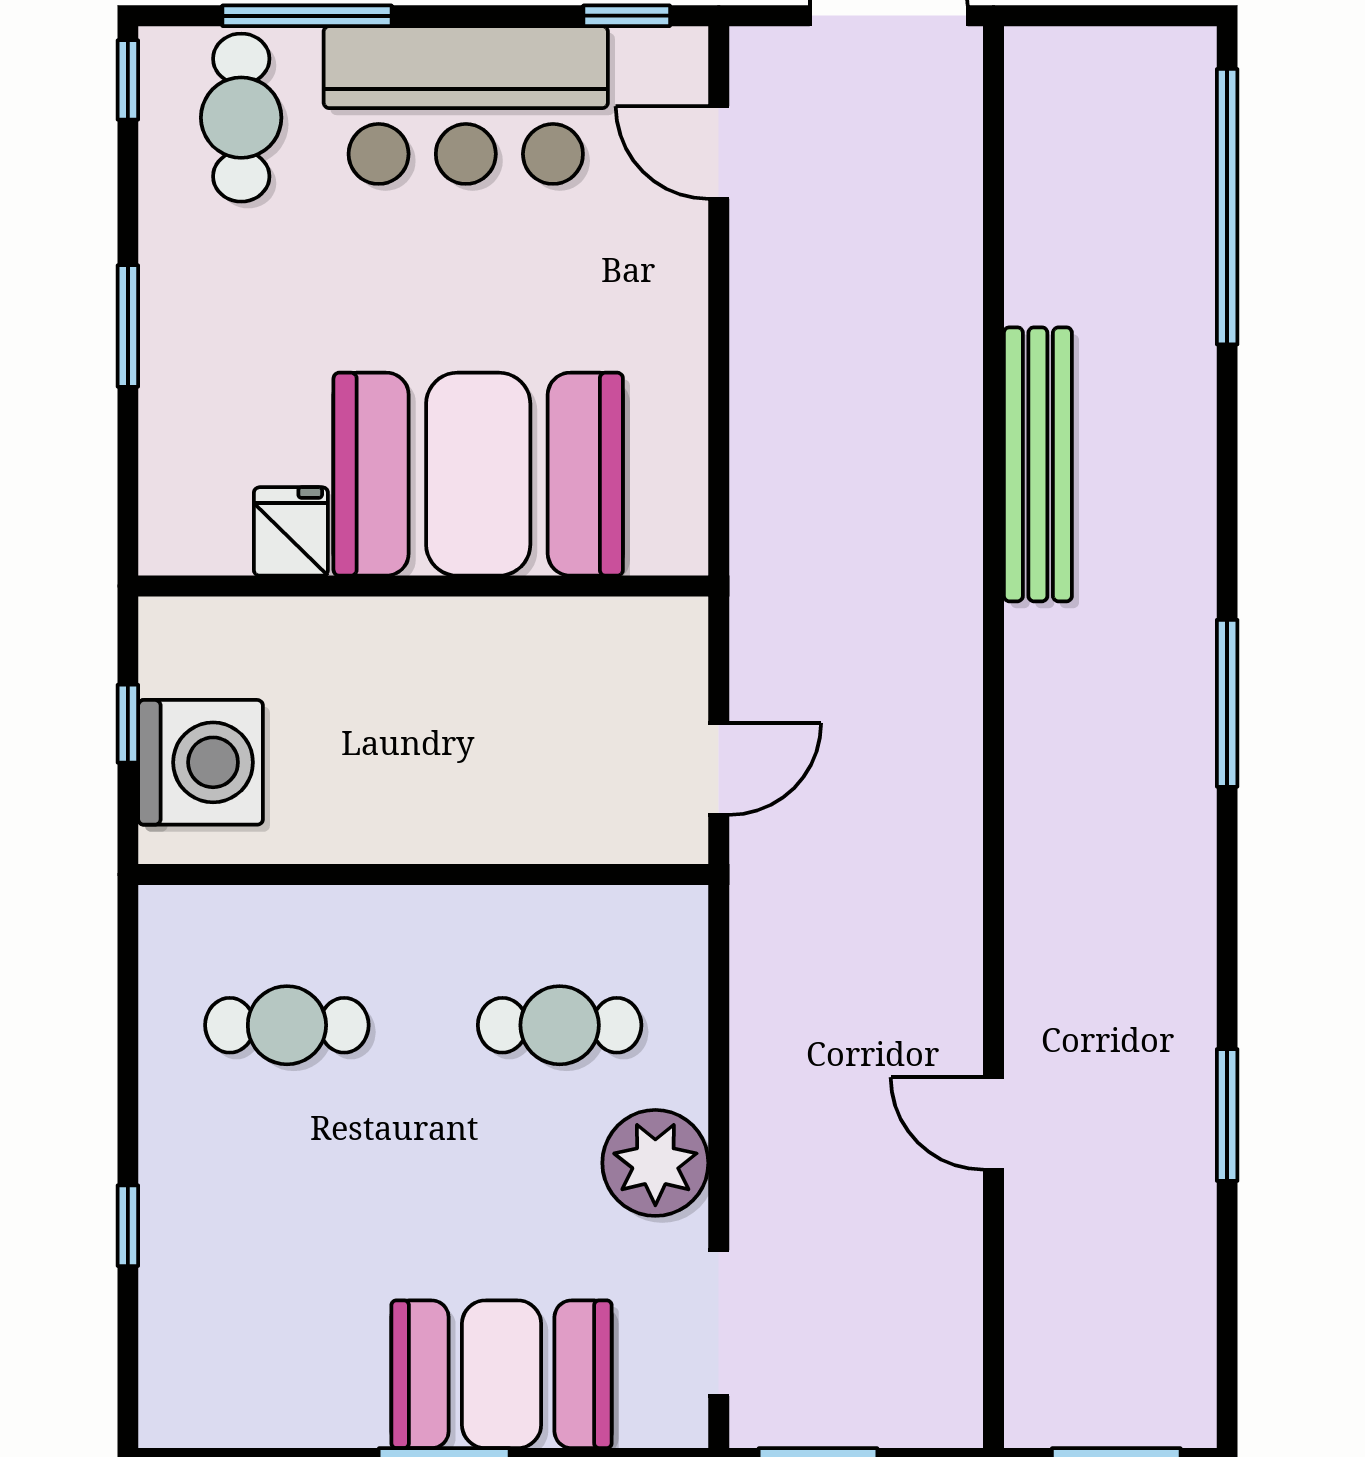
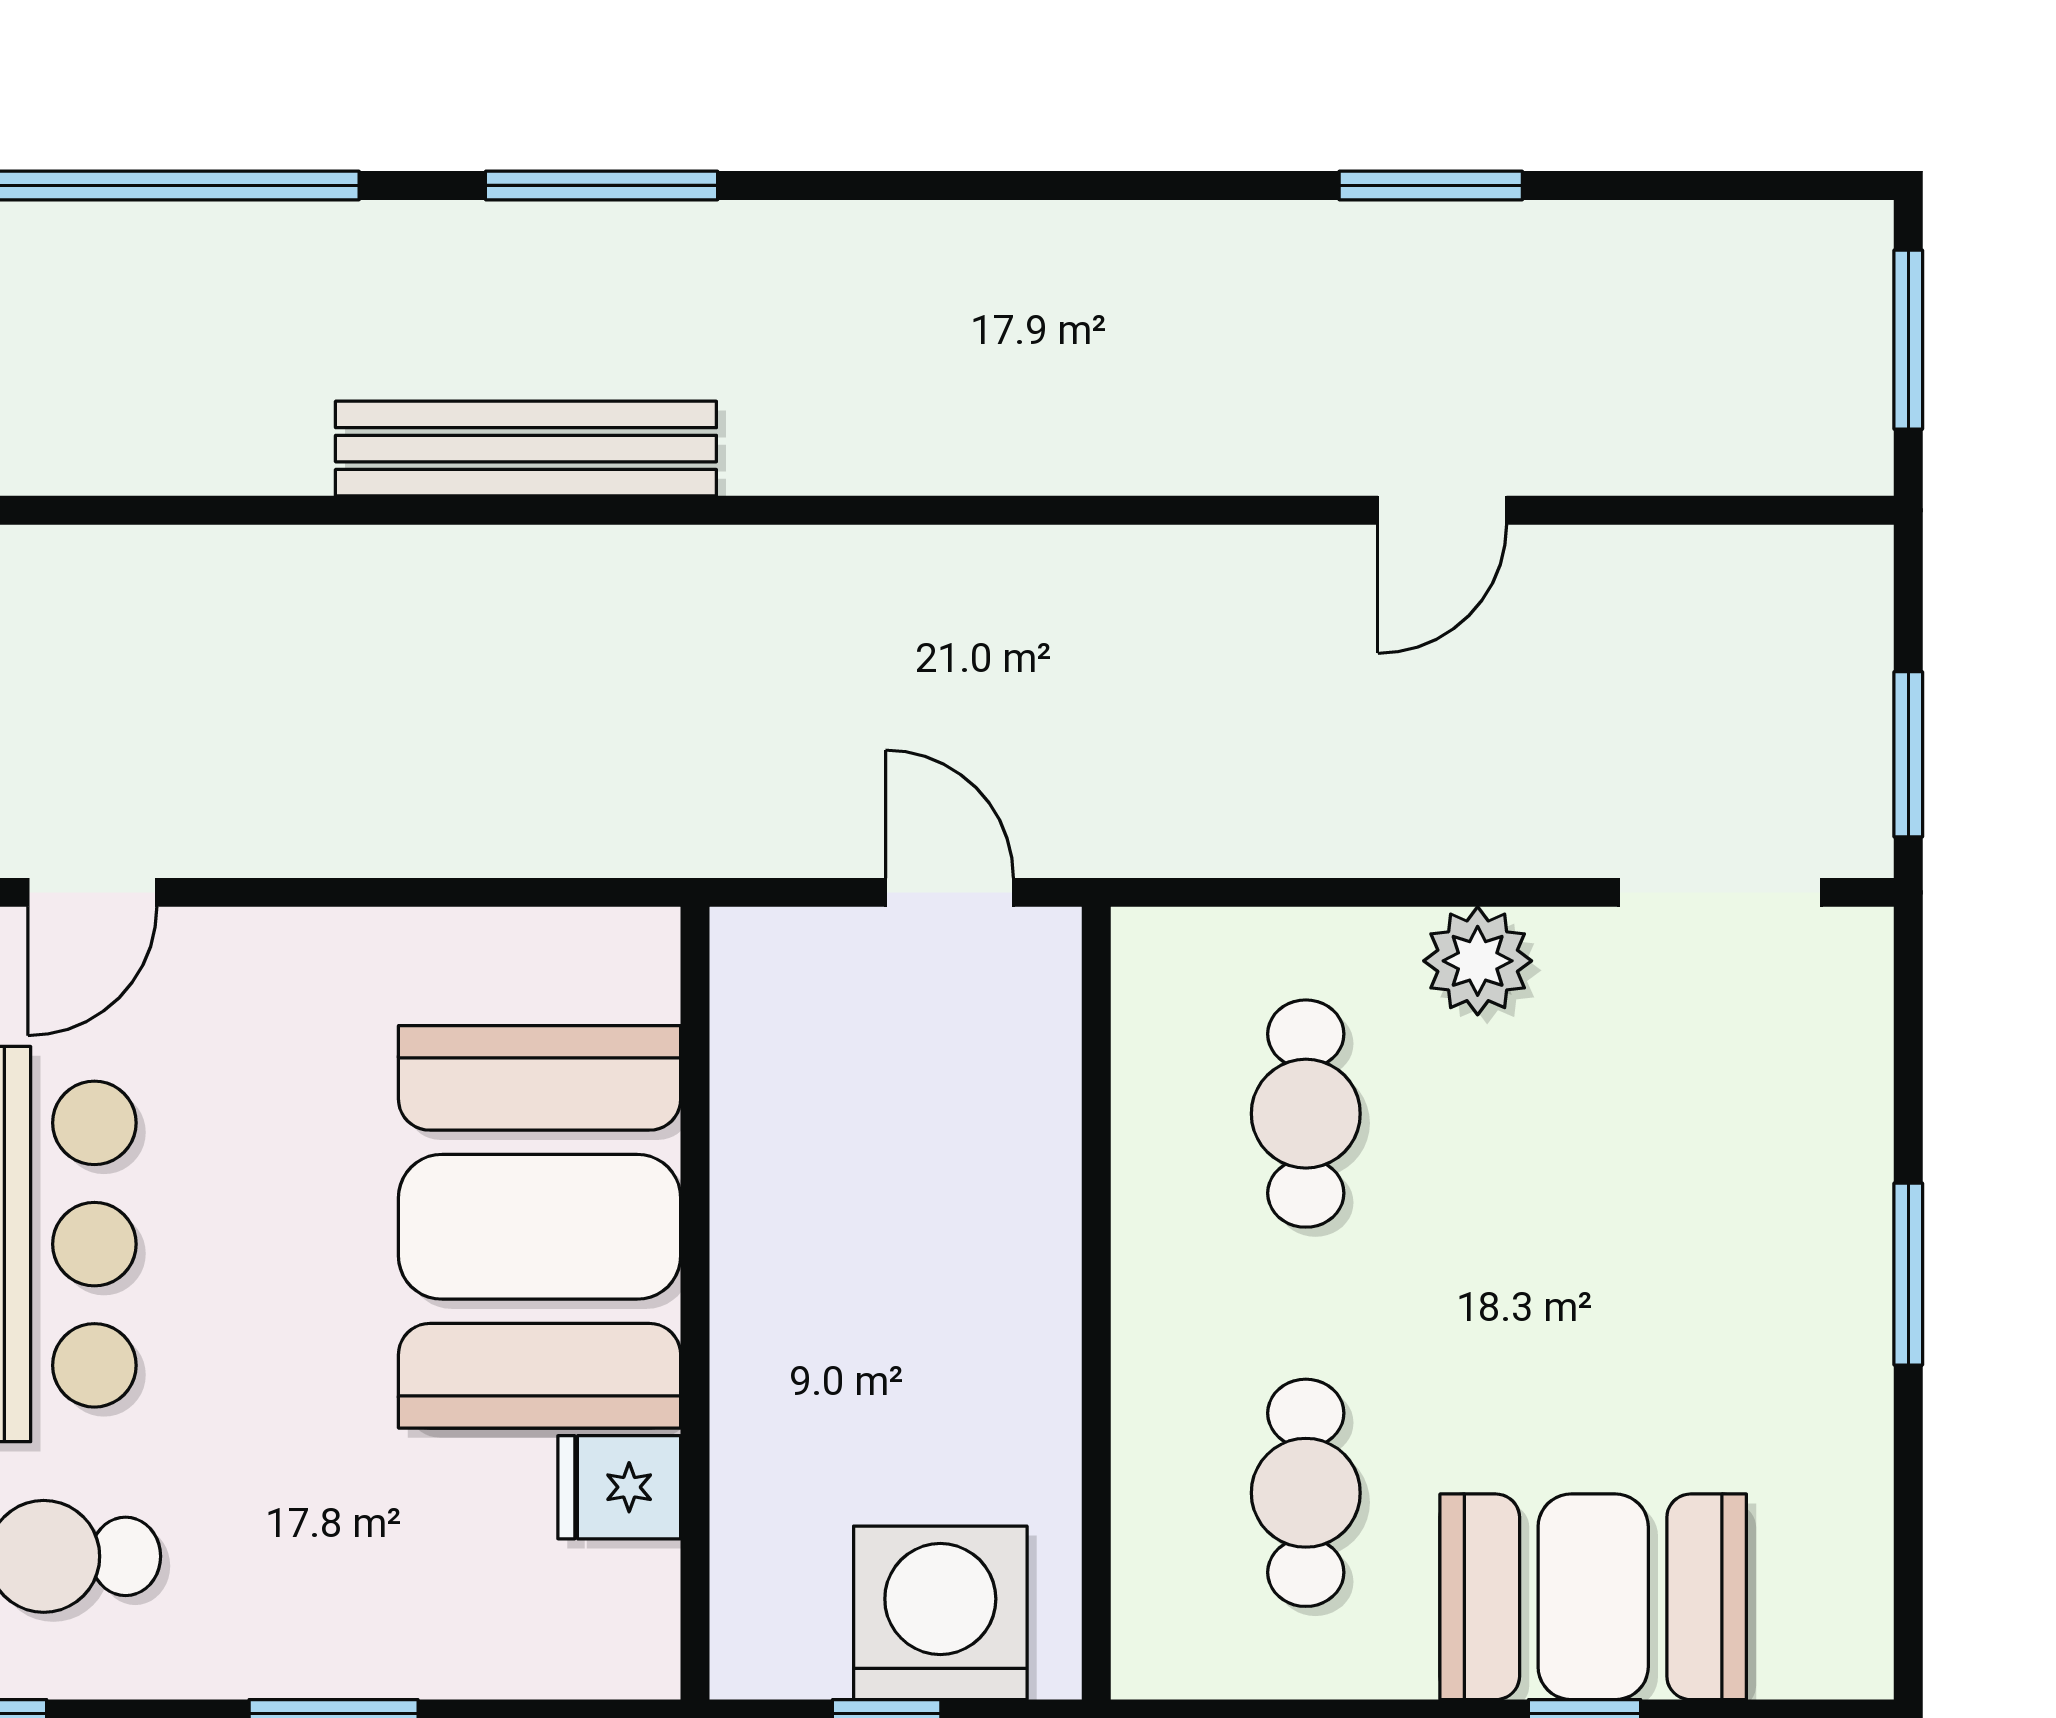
window: (1227, 703) -> (602, 185), moved
plant: (655, 1163) -> (1478, 961), width x0.73, depth x0.73
booth: (502, 1374) -> (1593, 1597), moved, turned 90

